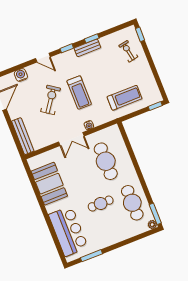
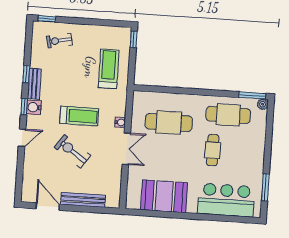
water cooler: (21, 75) -> (34, 107), moved
bench: (23, 136) -> (83, 200), moved

